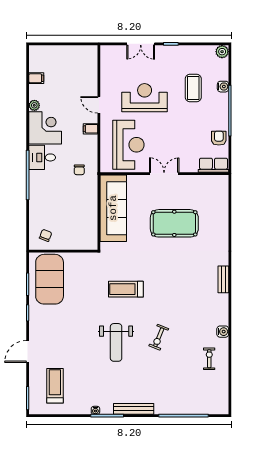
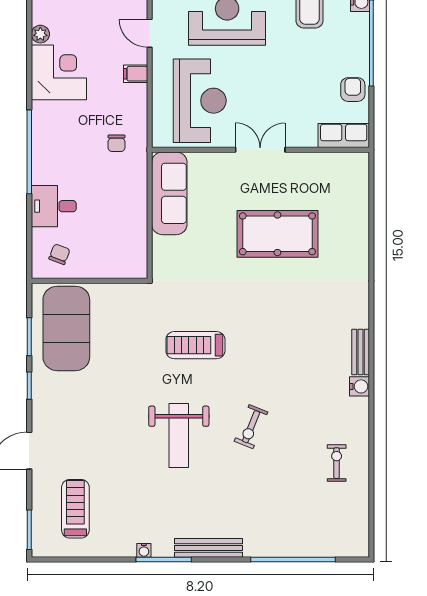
desk: (42, 157) -> (54, 206), moved
sofa: (113, 208) -> (169, 193), width x0.74, depth x0.79
bench: (223, 279) -> (361, 352), moved
water cooler: (223, 332) -> (359, 386), moved

